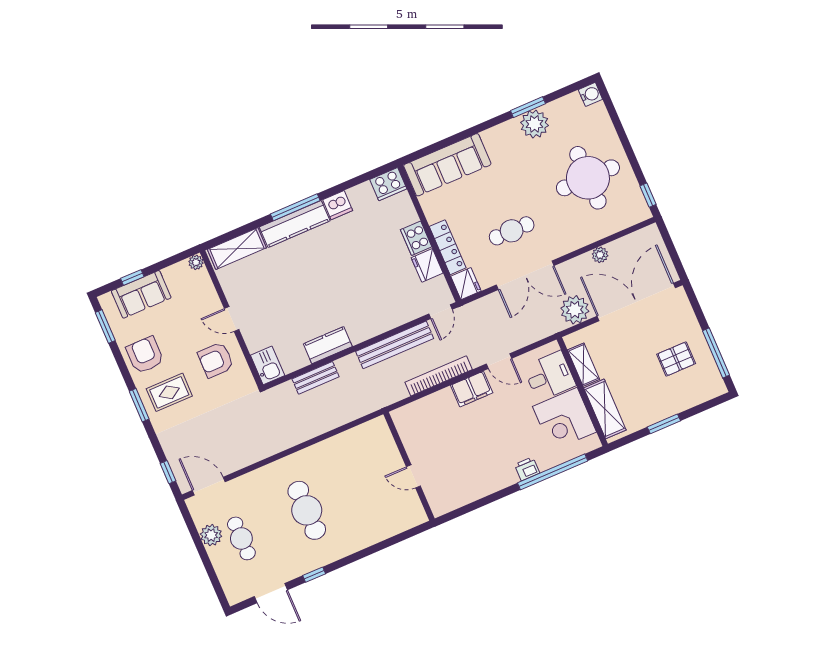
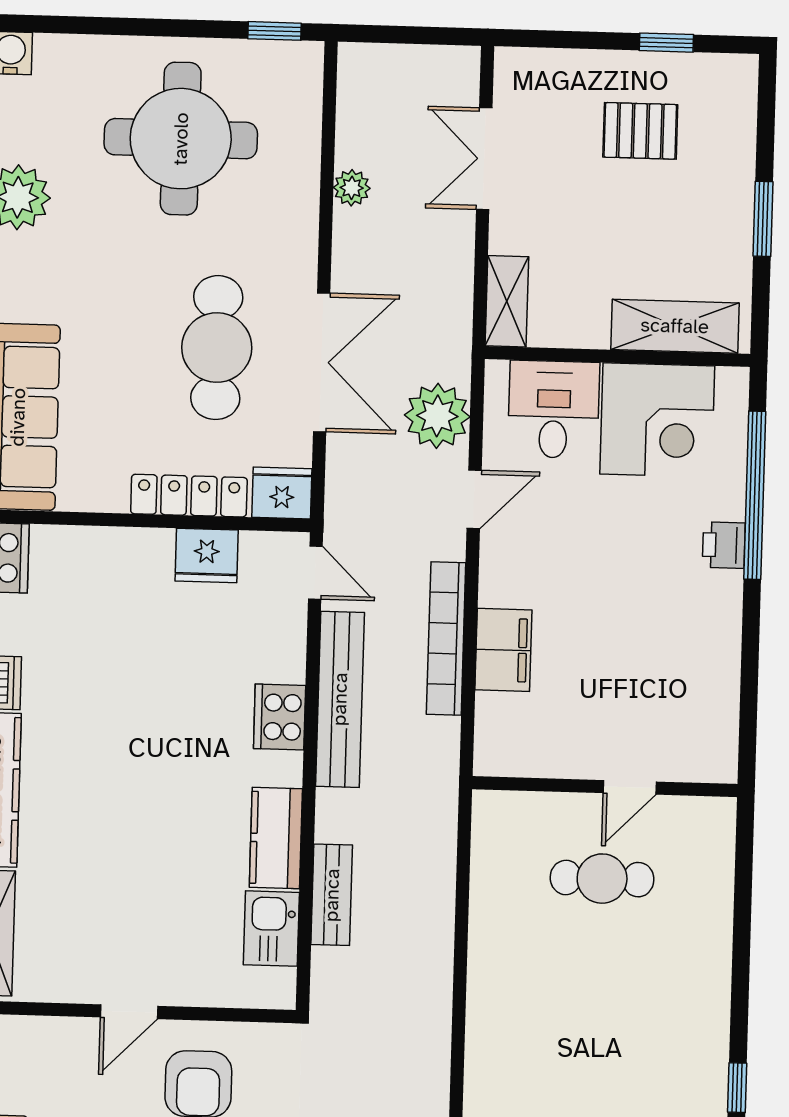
cafe table: (512, 231) -> (217, 348), width x1.37, depth x1.35
cooker: (416, 238) -> (280, 717), moved, turned 90
double door: (636, 302) -> (484, 159), width x0.54
plant: (575, 310) -> (437, 416), moved
window: (716, 353) -> (666, 43), width x0.46
pallet: (676, 359) -> (640, 131), turned 90
kitchen sink: (268, 365) -> (271, 929), moved, turned -90
shelving: (583, 365) -> (507, 301), moved, turned 90
filing cabinet: (472, 389) -> (503, 650), moved
cafe table: (307, 510) -> (602, 879), moved, width x0.73, depth x0.74

